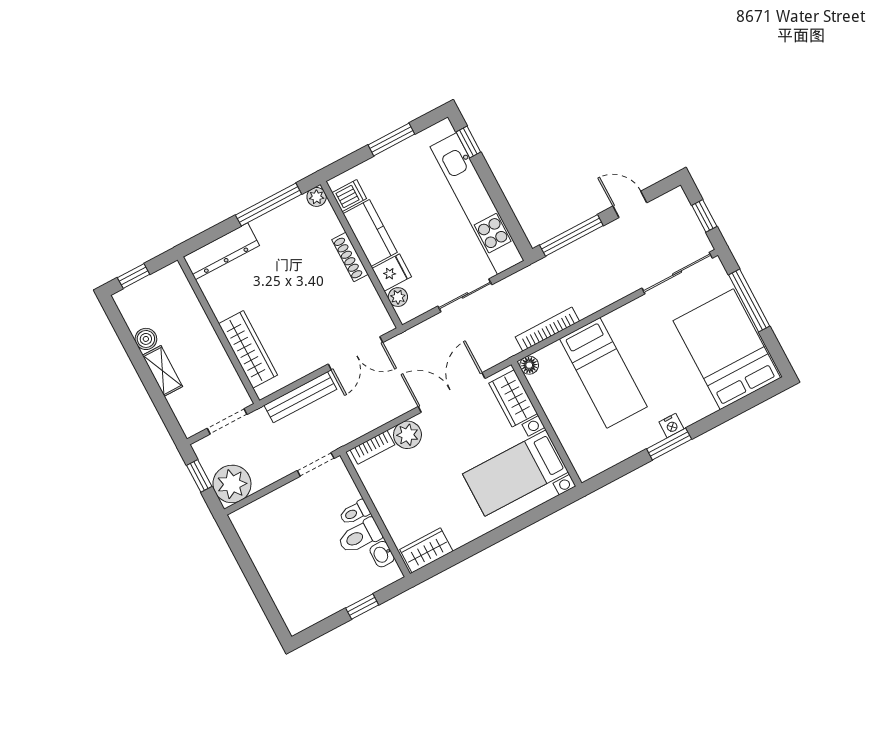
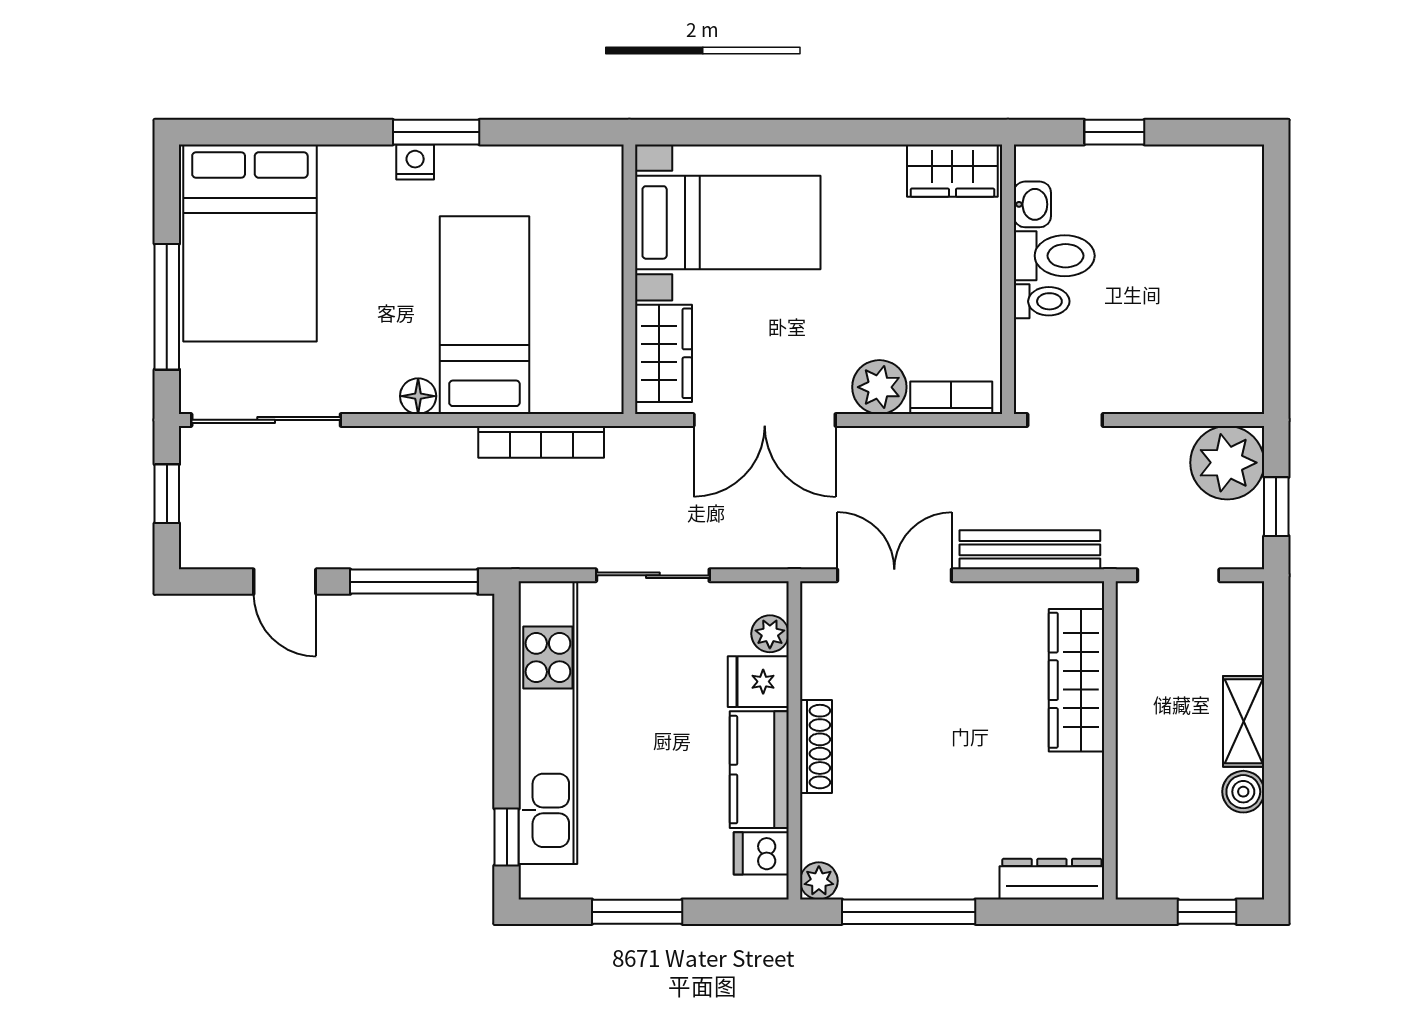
dresser: (221, 251) -> (1052, 879), width x0.73, depth x0.80
floor lamp: (529, 365) -> (418, 396), moved

